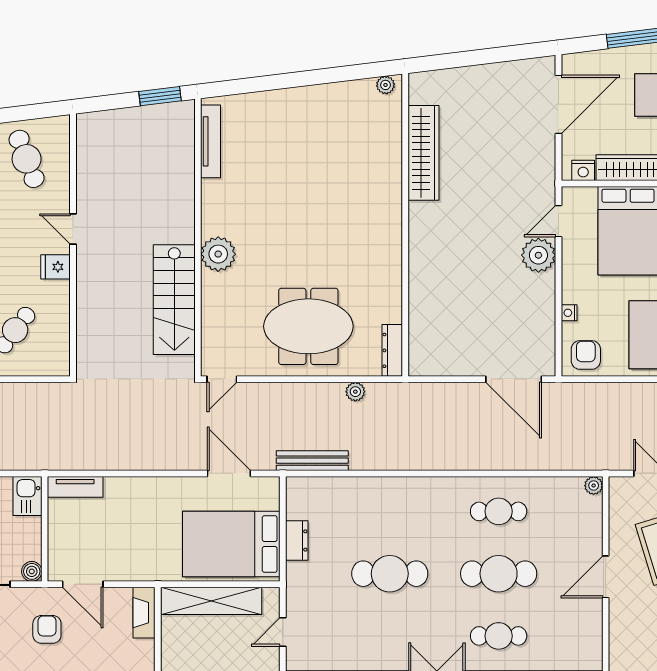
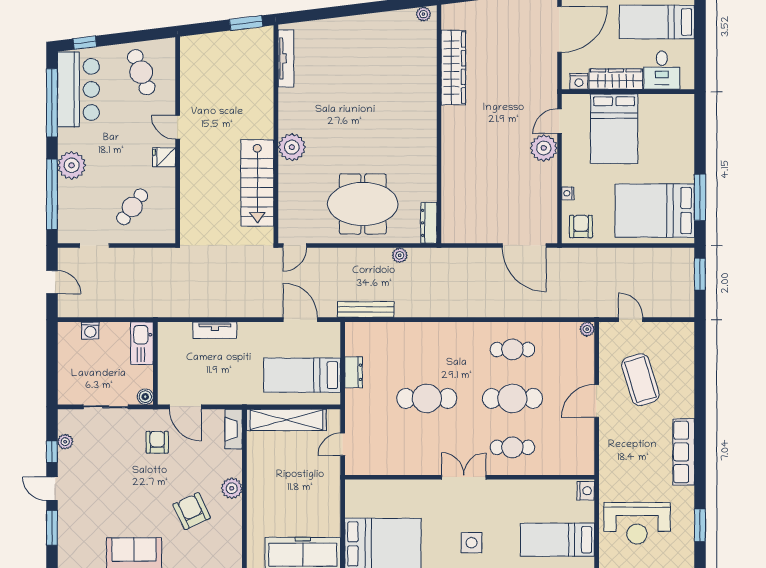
tv unit: (75, 487) -> (215, 330), moved
kitchen sink: (28, 496) -> (142, 343), width x1.38
bed: (231, 544) -> (302, 375), width x0.67

